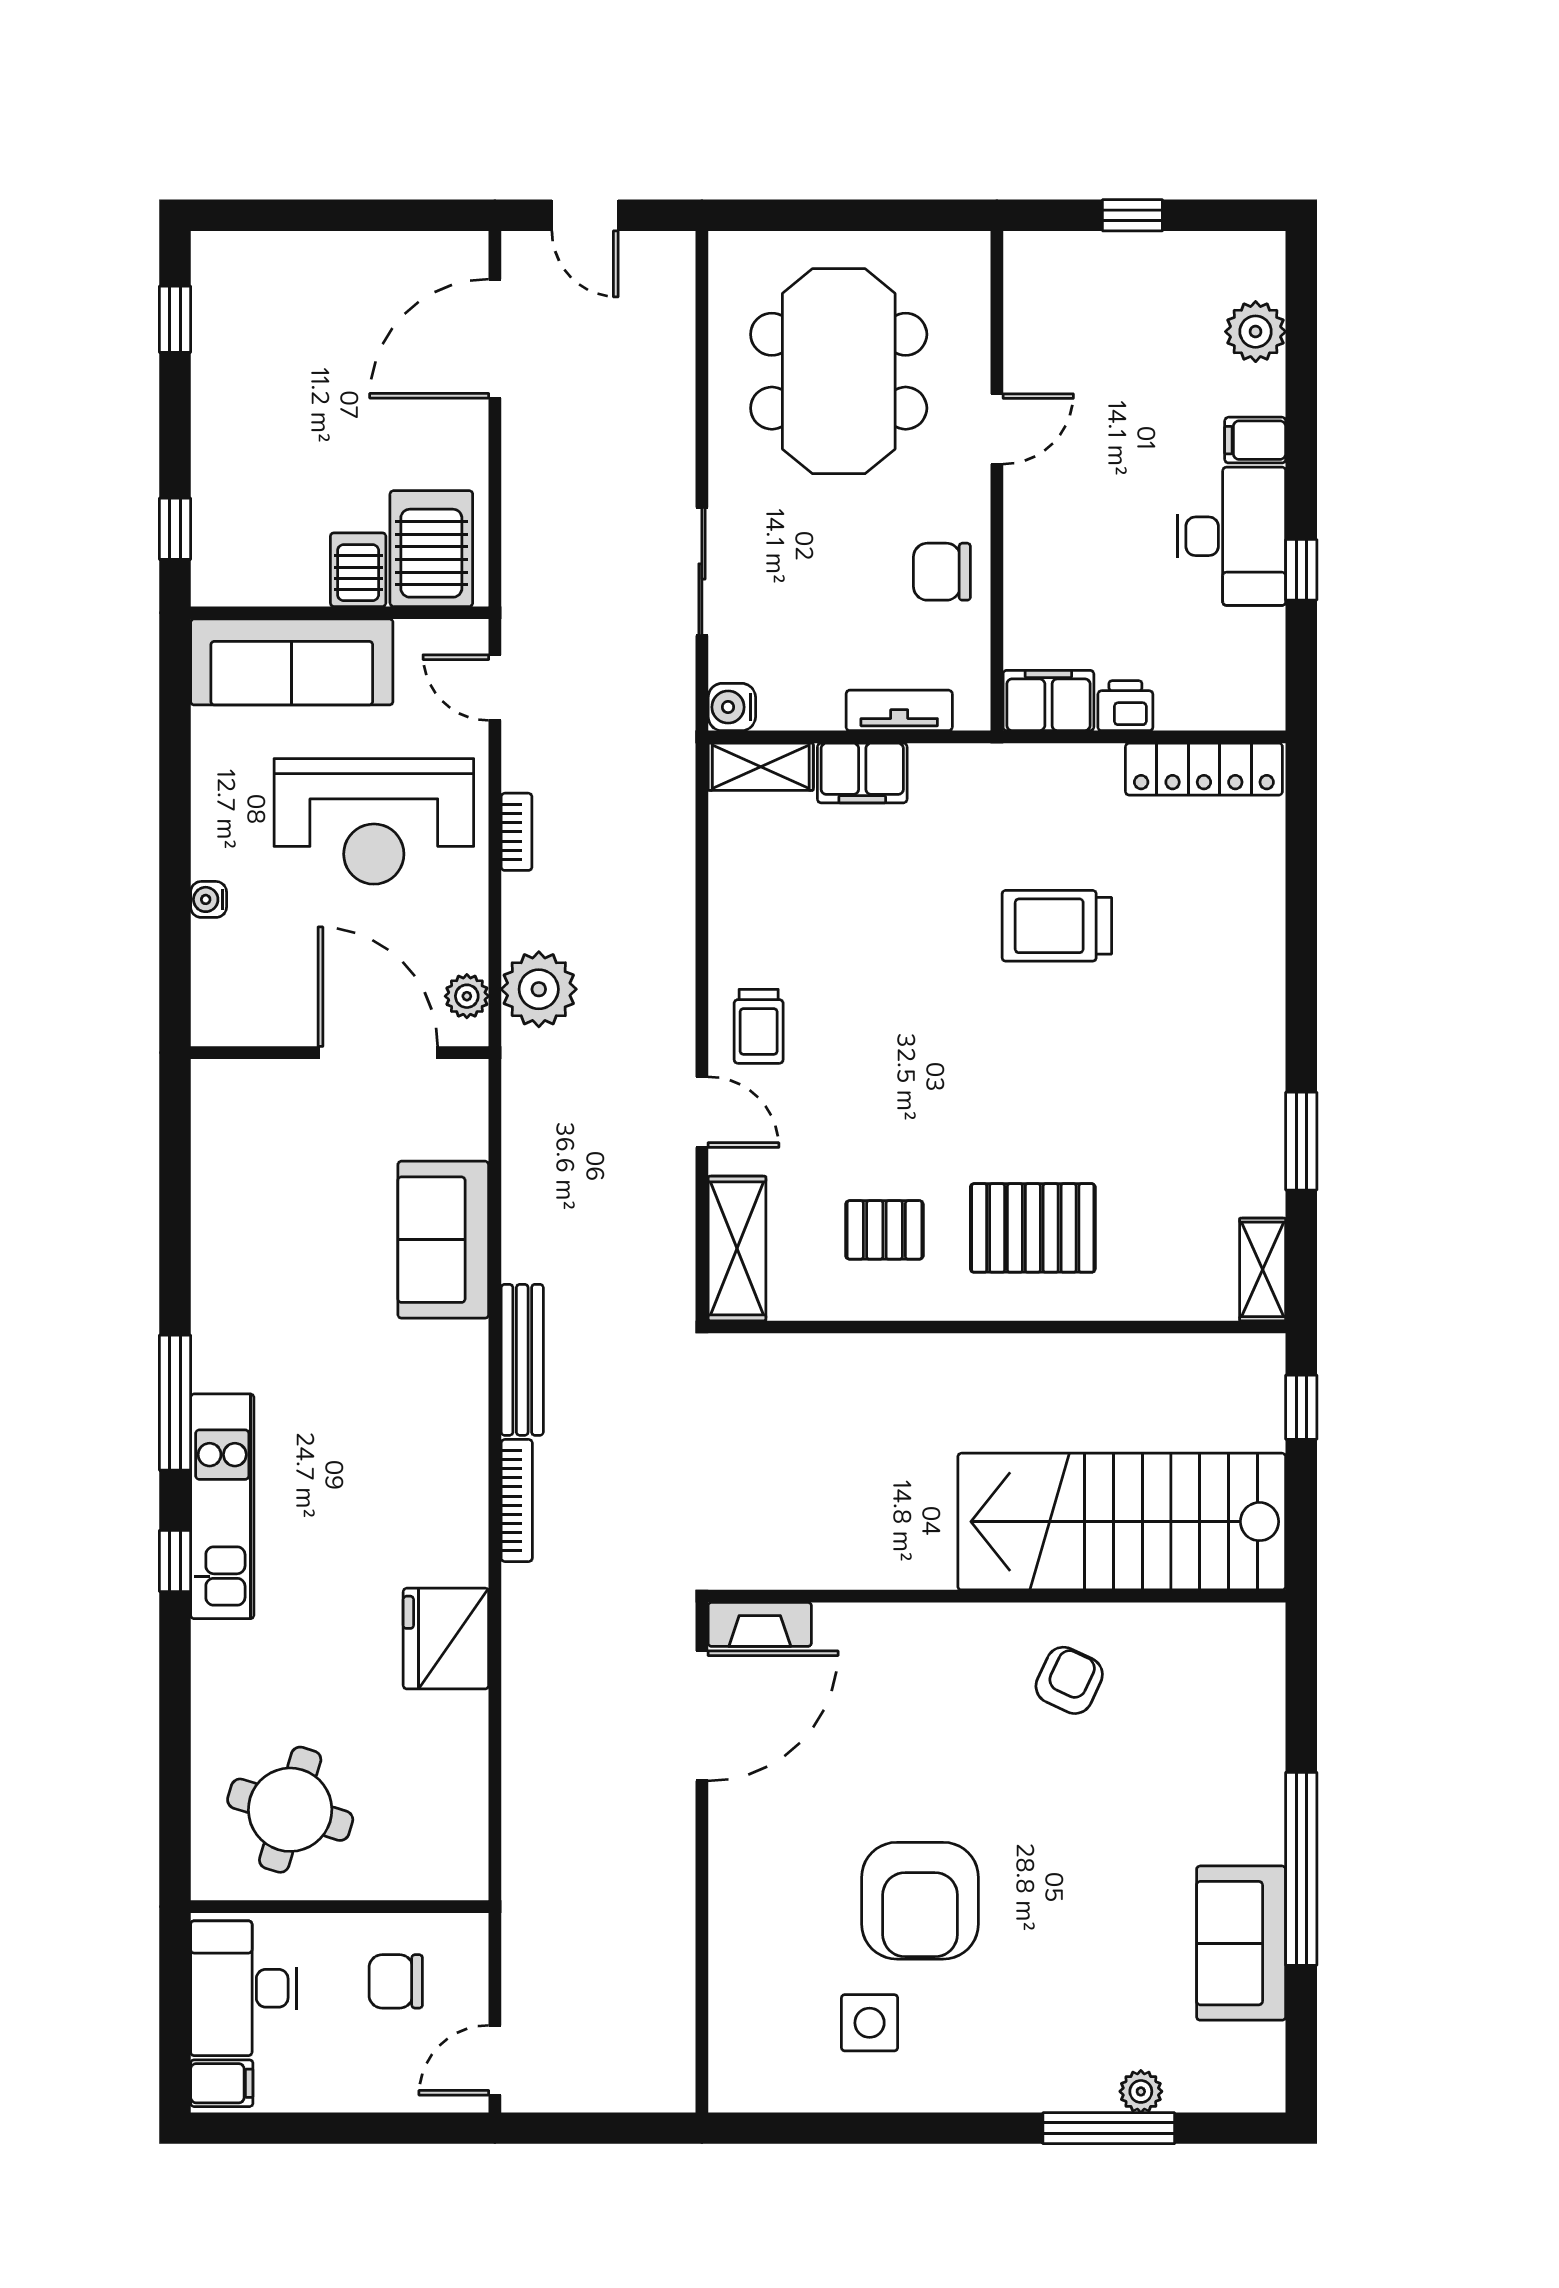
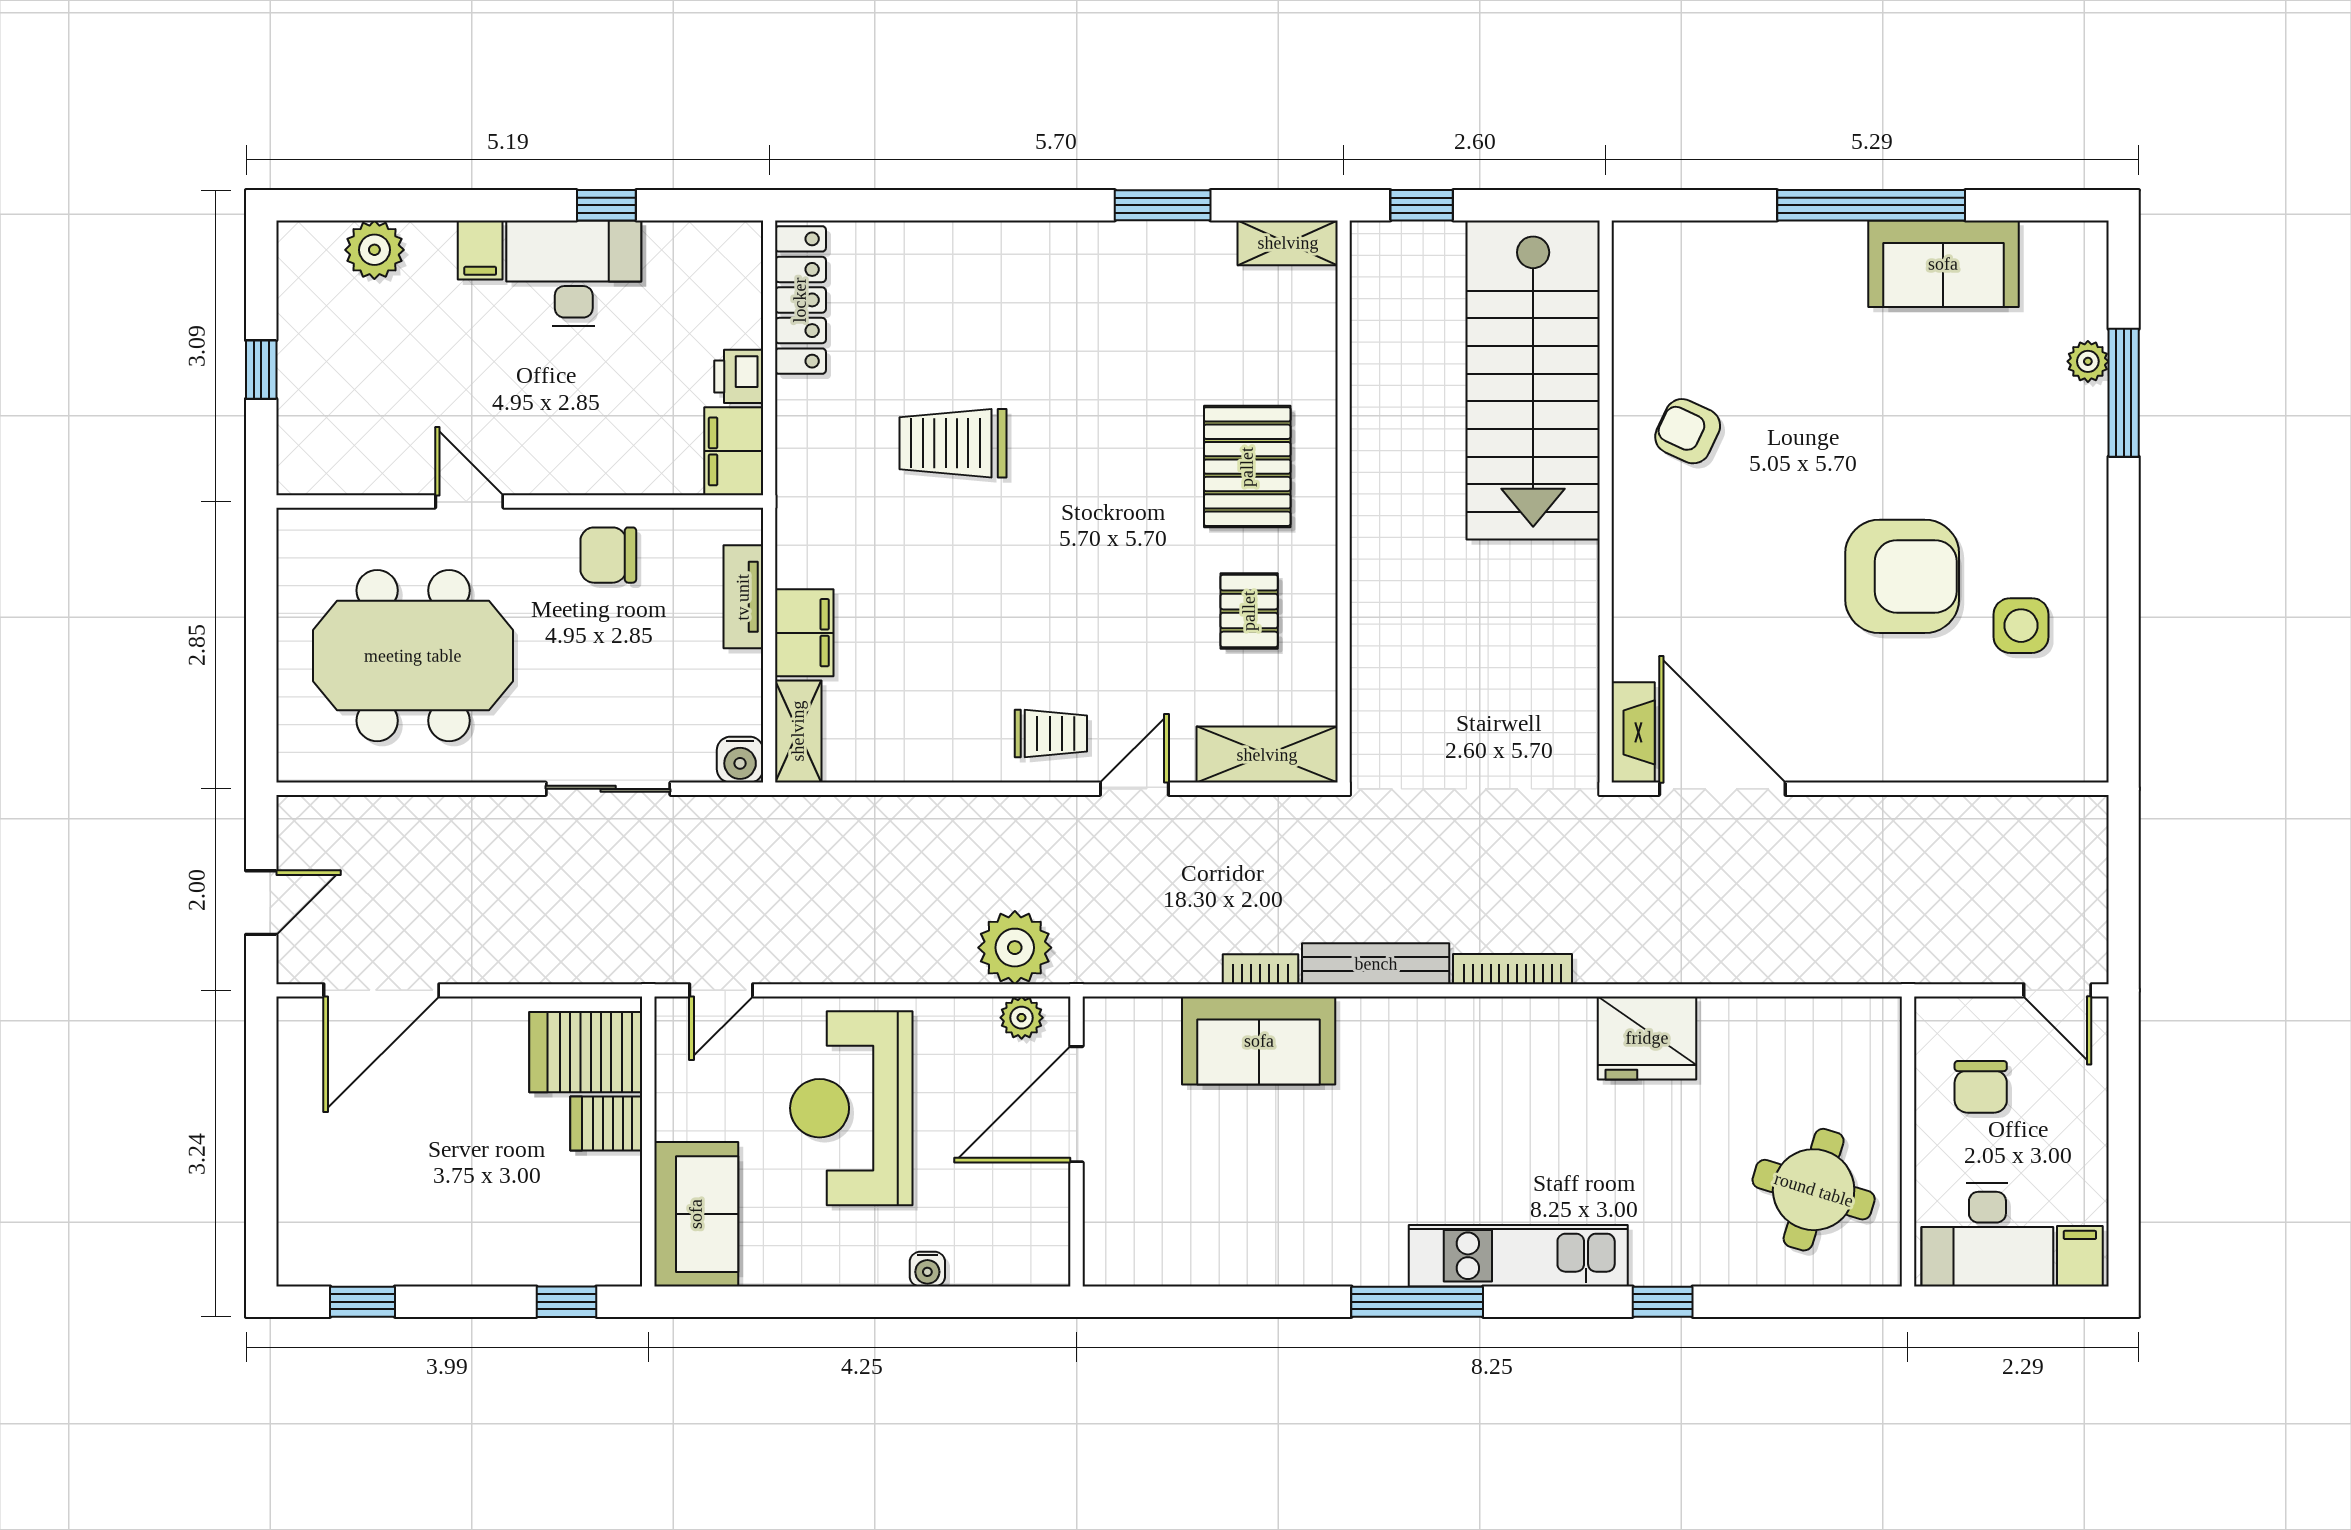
door: (495, 339) -> (381, 990), hinge flipped
chair: (942, 572) -> (608, 555), turned 90
sofa: (292, 662) -> (696, 1214), width x0.73
reception desk: (374, 821) -> (851, 1108), turned 180
bookcase: (517, 832) -> (1260, 969), moved
trolley: (1057, 926) -> (953, 443), turned 90
window: (175, 1561) -> (1663, 1302), moved

